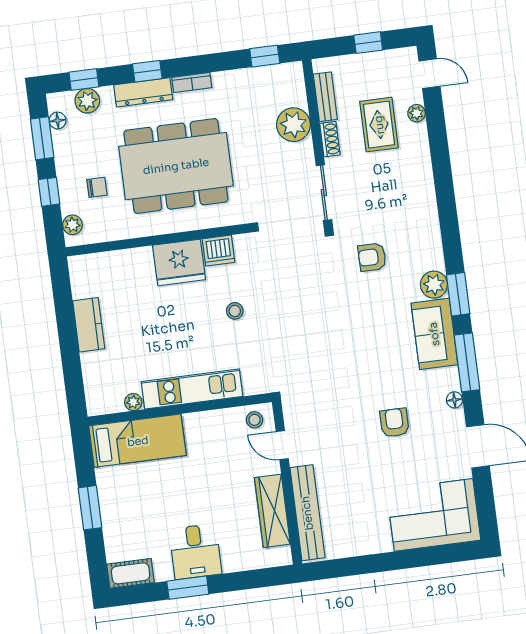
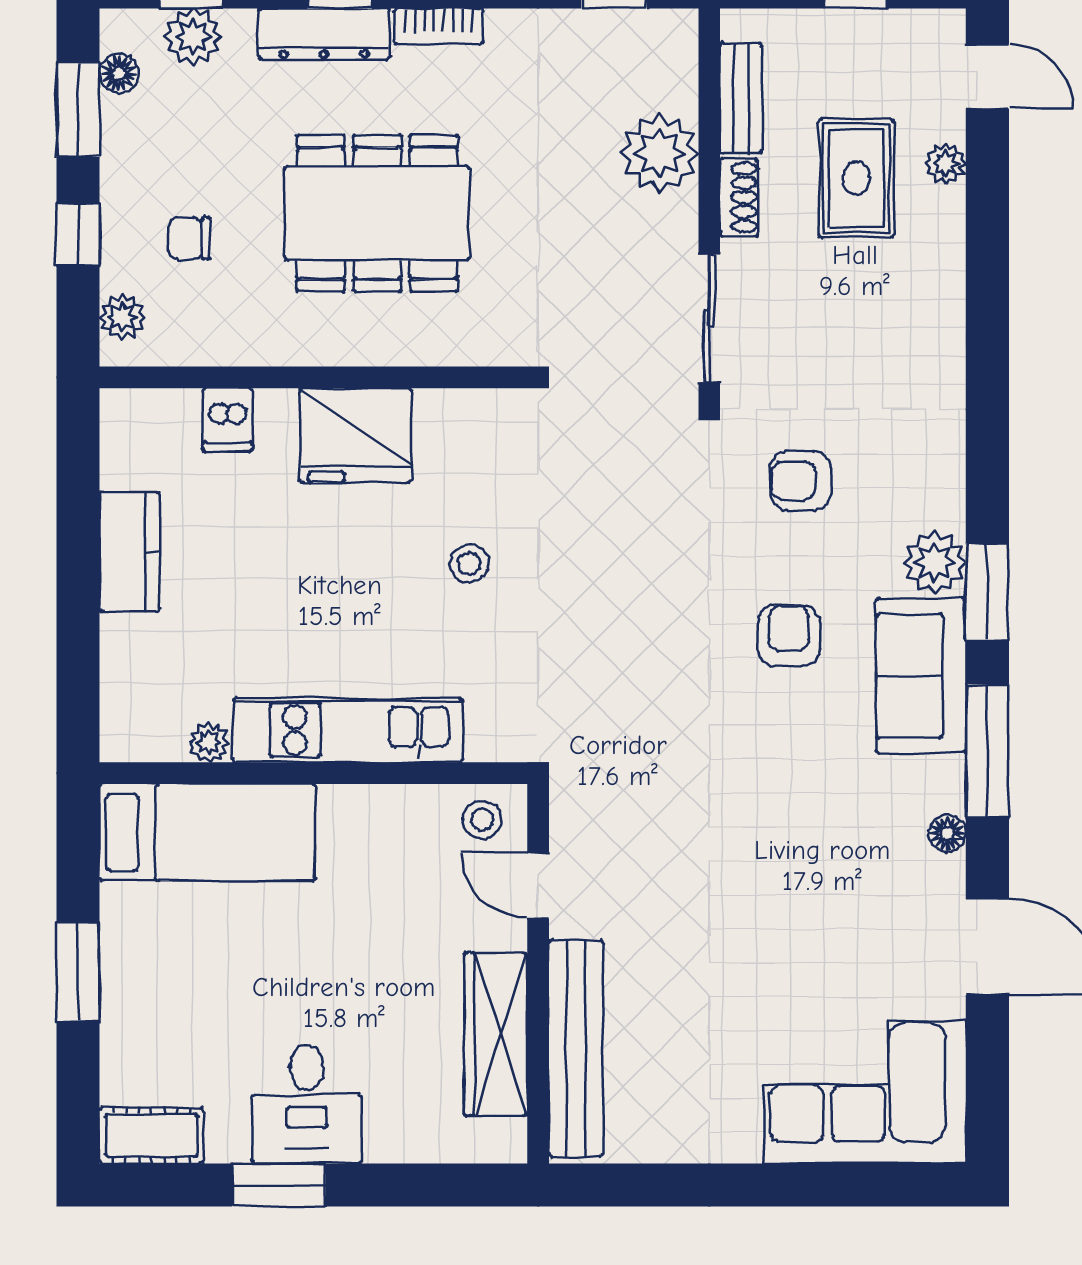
dining table: (176, 166) -> (377, 213), width x0.73, depth x0.80
chair: (97, 187) -> (189, 238), turned 180
dishwasher: (219, 251) -> (228, 420), moved, width x0.73
armchair: (394, 423) -> (789, 636), moved

